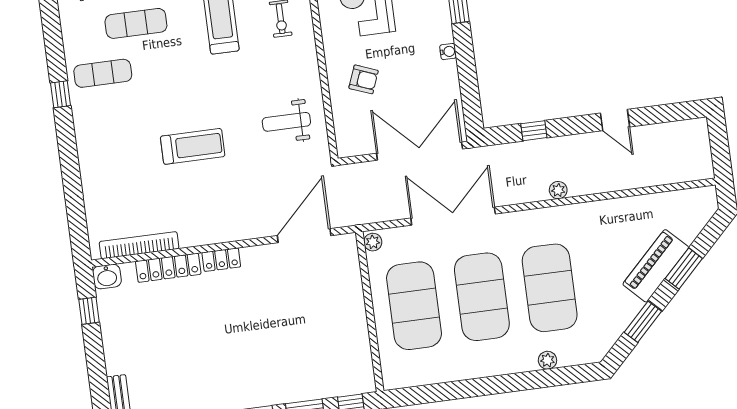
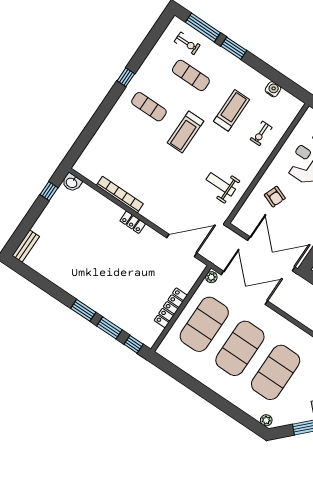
exercise mat: (103, 73) -> (149, 107), moved
treadmill: (193, 146) -> (185, 132), moved, turned 90
double door: (453, 216) -> (244, 288), moved
bookcase: (139, 245) -> (120, 195), moved
locker: (168, 268) -> (171, 308), moved, turned 90
plant: (547, 360) -> (266, 420), moved

